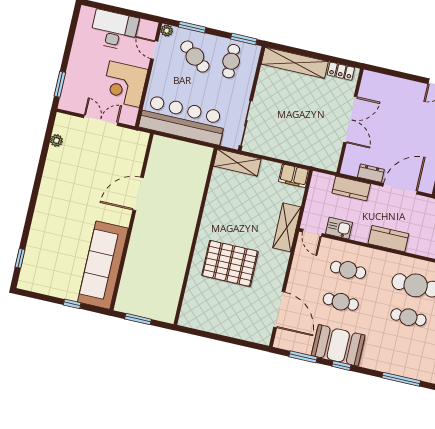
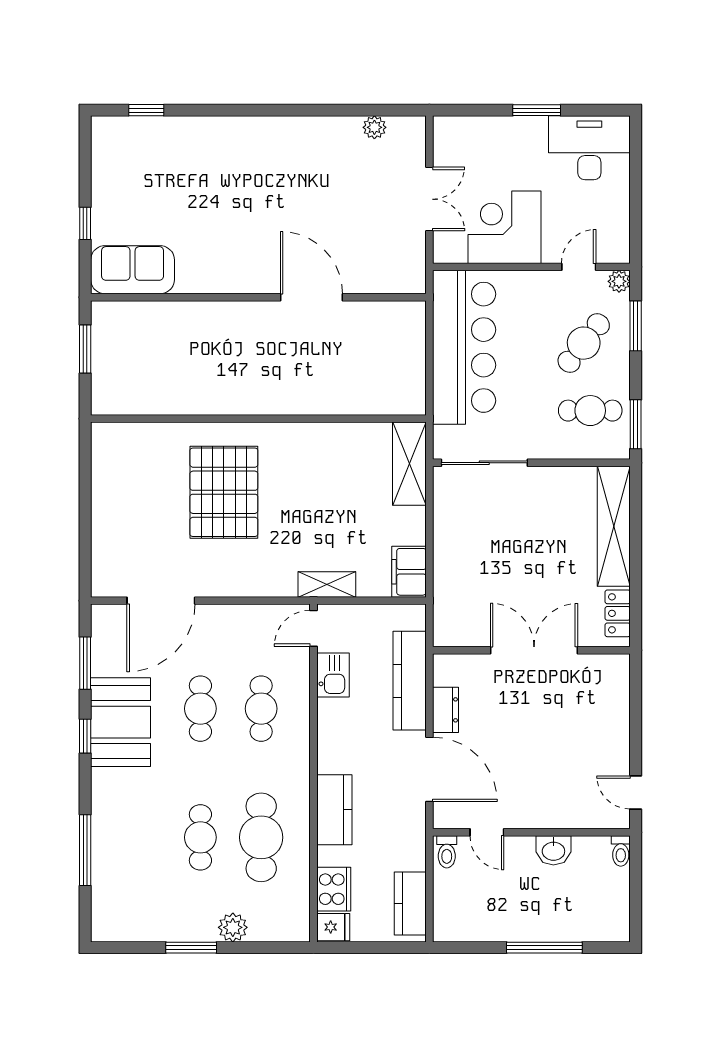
desk: (114, 30) -> (589, 148), moved, turned -90
window: (60, 84) -> (537, 110), moved
double door: (350, 120) -> (534, 650), swing flipped
kitchen counter: (351, 189) -> (410, 681), width x1.50
shelving: (287, 227) -> (327, 584), width x0.67, depth x0.75
kitchen counter: (388, 239) -> (334, 810), moved
sofa: (103, 265) -> (133, 270), width x0.54, depth x0.79

